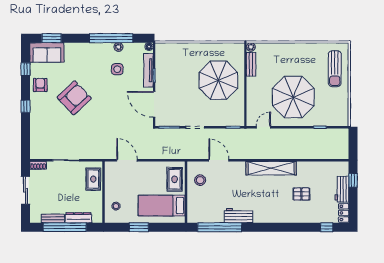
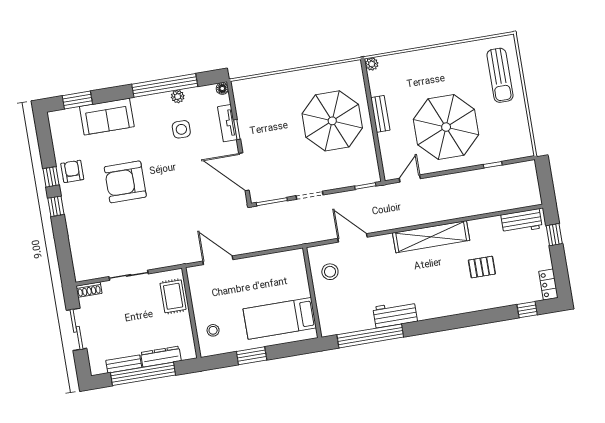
sofa: (47, 52) -> (107, 117), moved
bench: (251, 64) -> (380, 114), moved
window: (25, 69) -> (51, 177), moved
tv unit: (148, 70) -> (227, 123), width x0.71
armchair: (74, 98) -> (125, 182), turned -137
rug: (175, 179) -> (292, 277), removed
workbench: (342, 189) -> (522, 221), moved, turned -90

